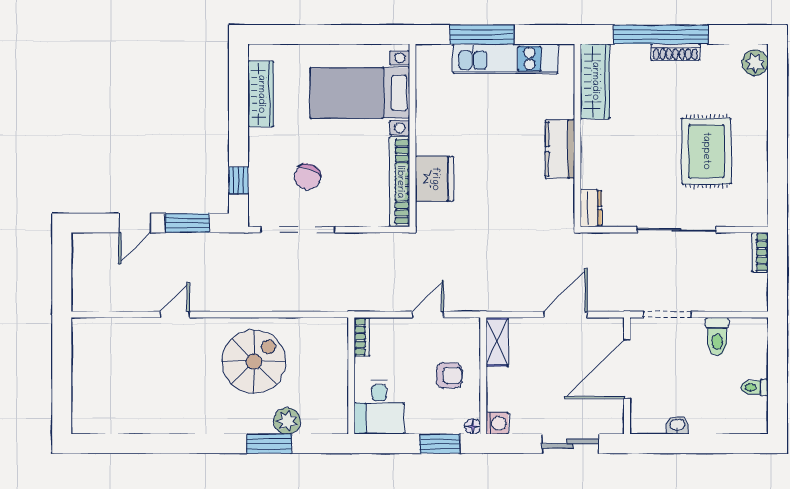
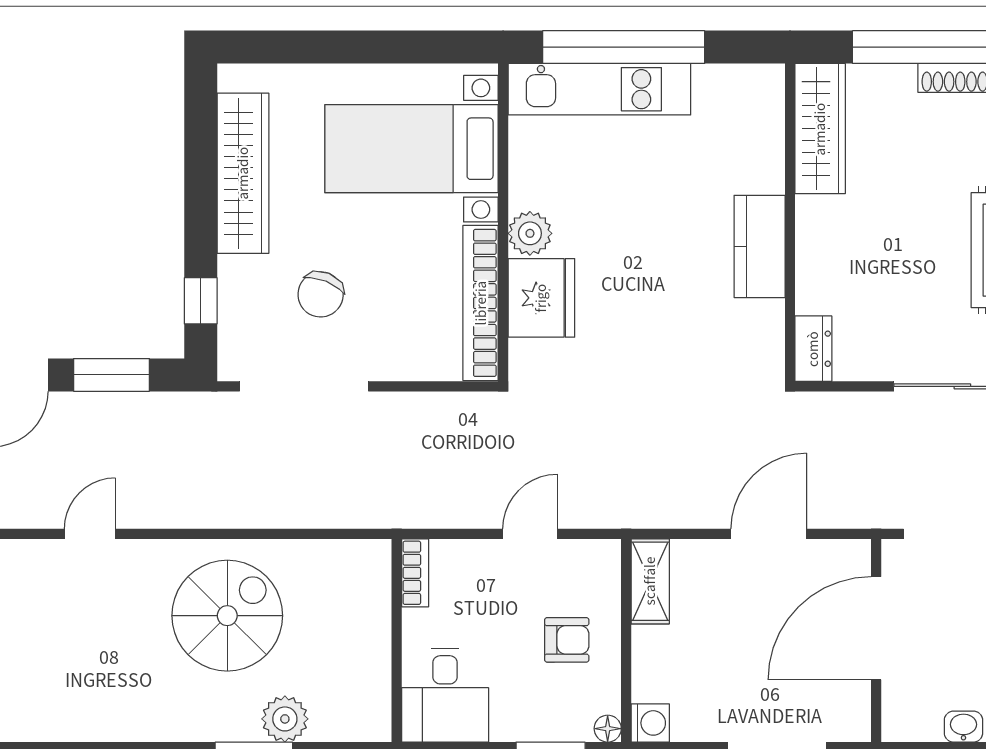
window: (482, 34) -> (624, 47), width x1.46
kitchen unit: (505, 59) -> (599, 89), moved
wardrobe: (261, 94) -> (243, 173), width x1.40, depth x1.17
plant: (428, 142) -> (530, 233), added

